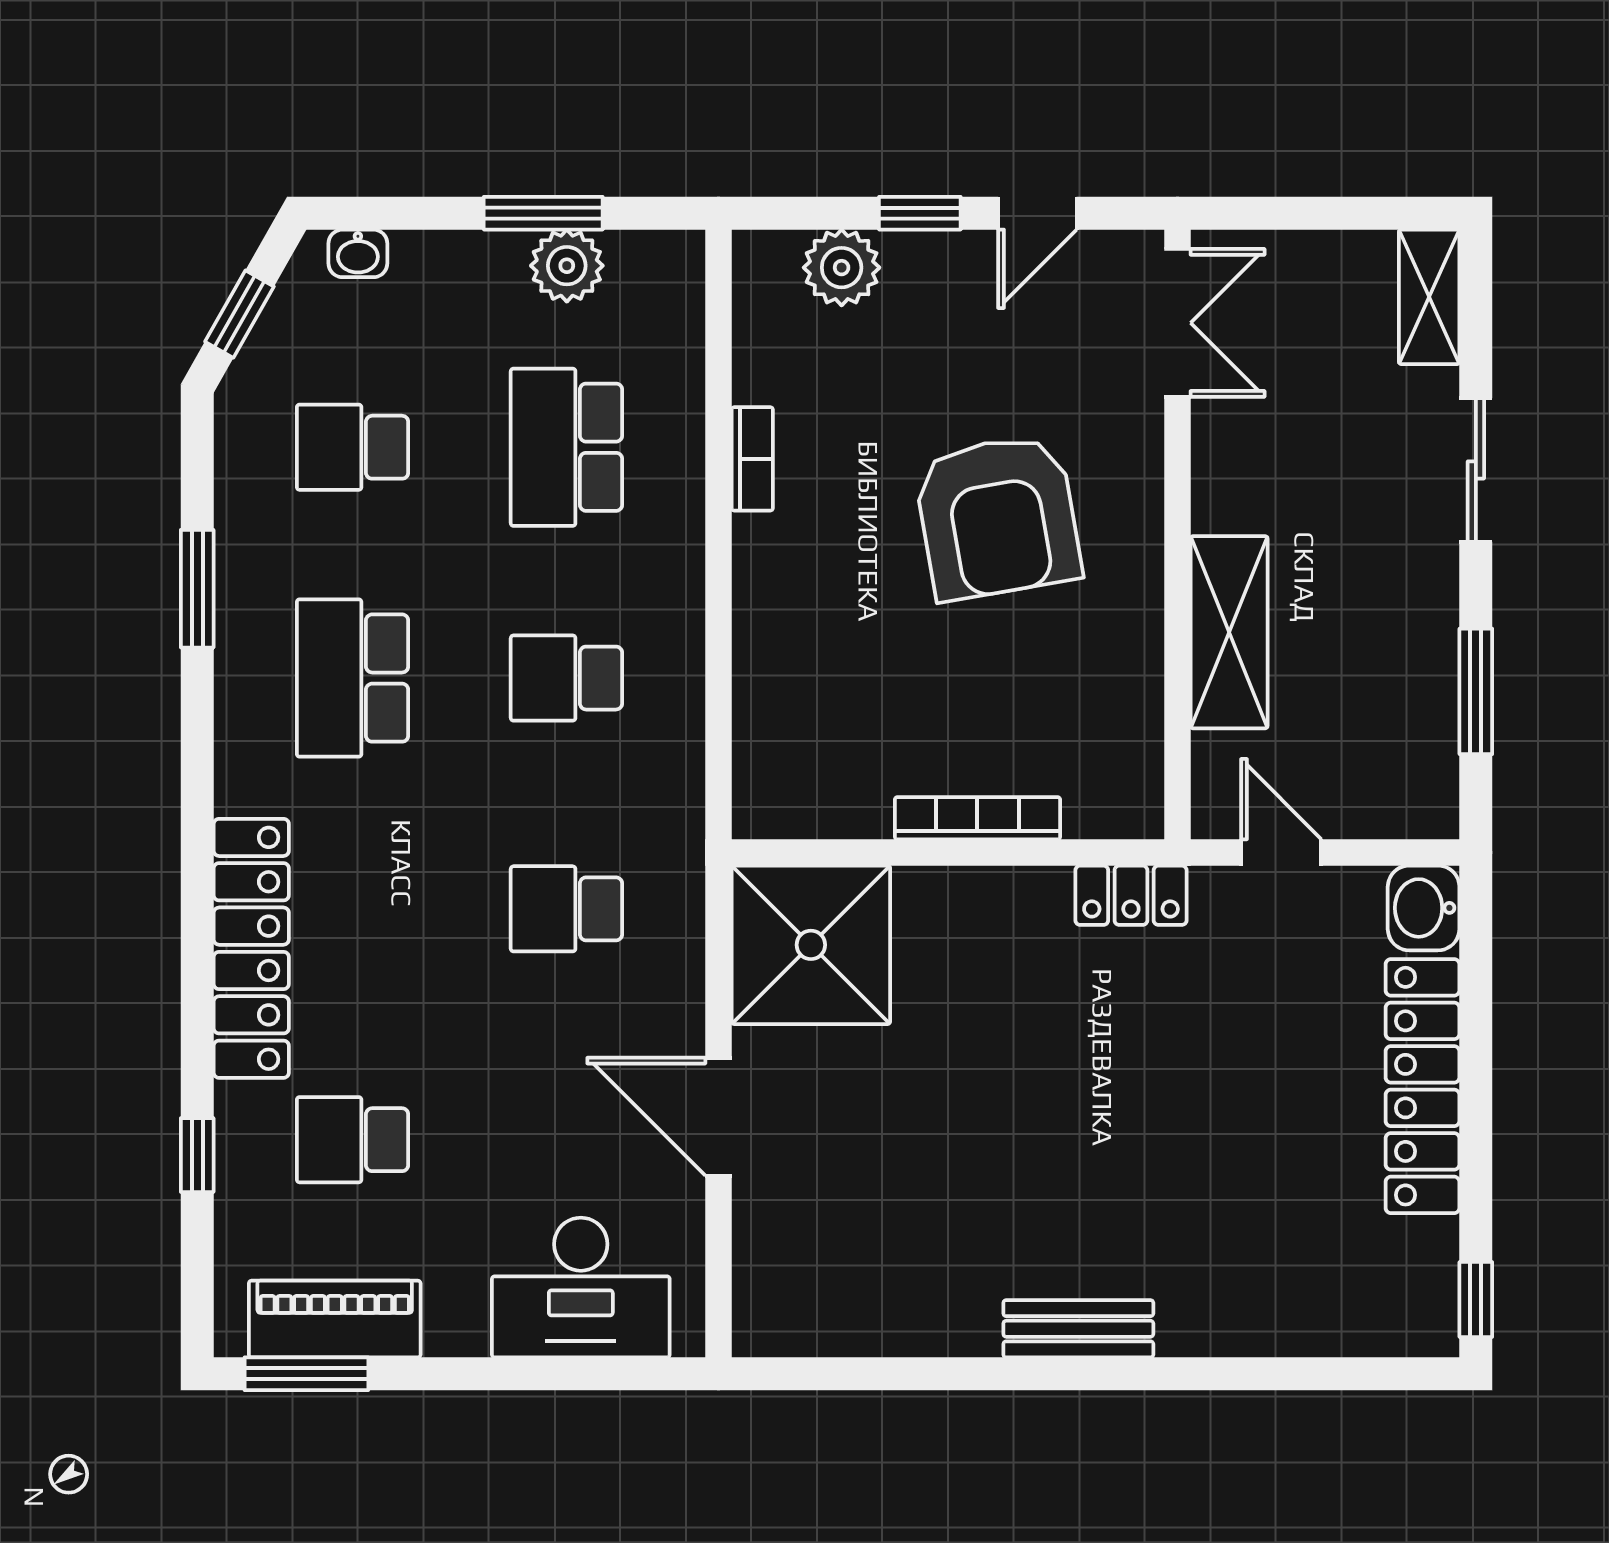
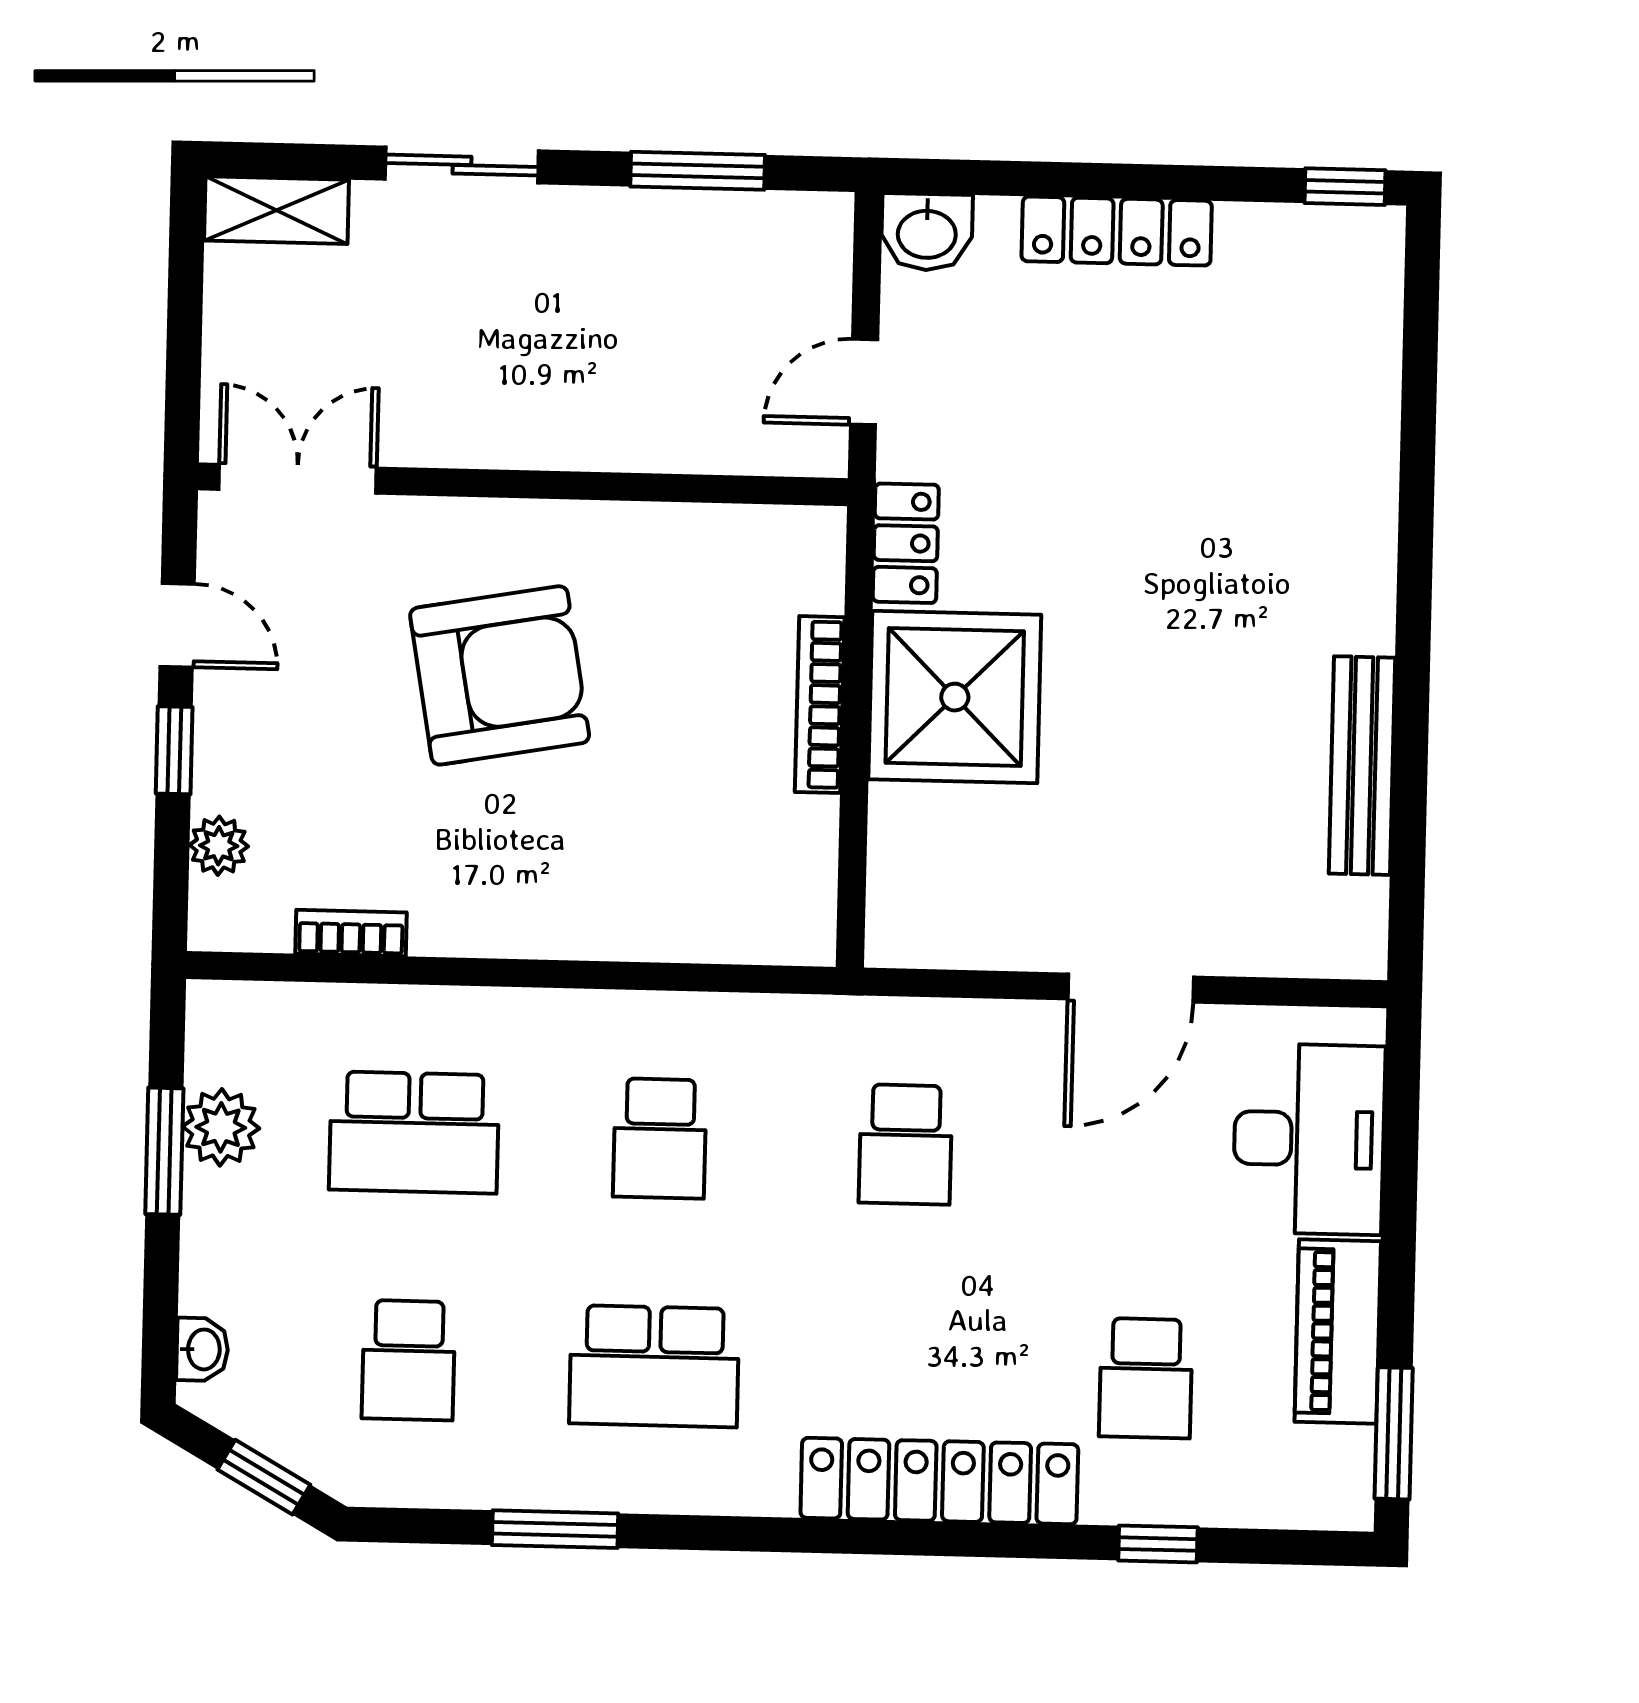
plant: (842, 268) -> (219, 846), width x0.73, depth x0.73
bookcase: (752, 459) -> (351, 933), moved
shelving: (1229, 632) -> (628, 432), removed
shower: (811, 945) -> (955, 697), moved
locker: (1422, 1086) -> (1117, 231), width x0.71, depth x0.83
piano: (335, 1319) -> (1338, 1331), moved
bench: (1078, 1329) -> (1362, 766), moved, width x1.36

